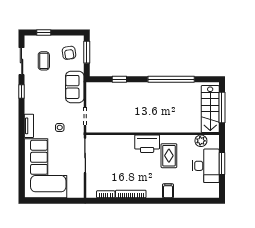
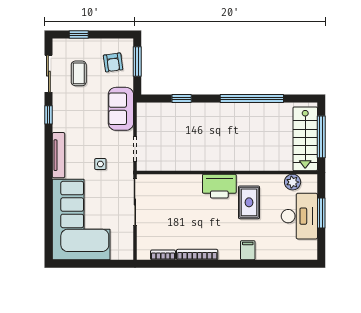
tv unit: (29, 126) -> (58, 155), width x1.41

